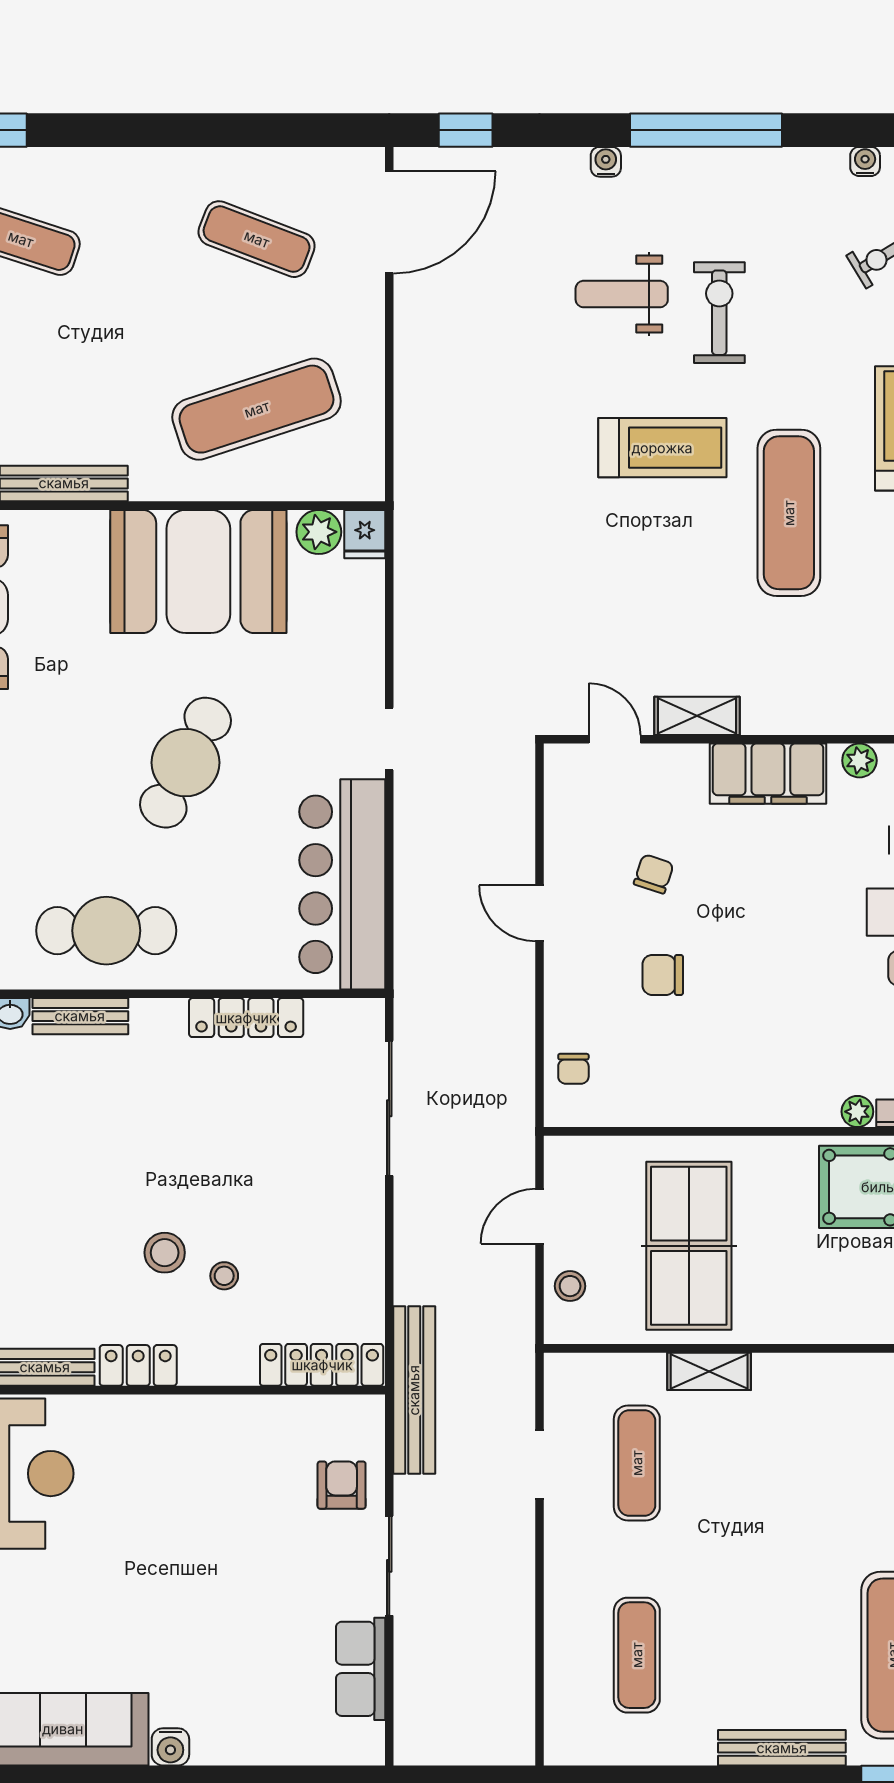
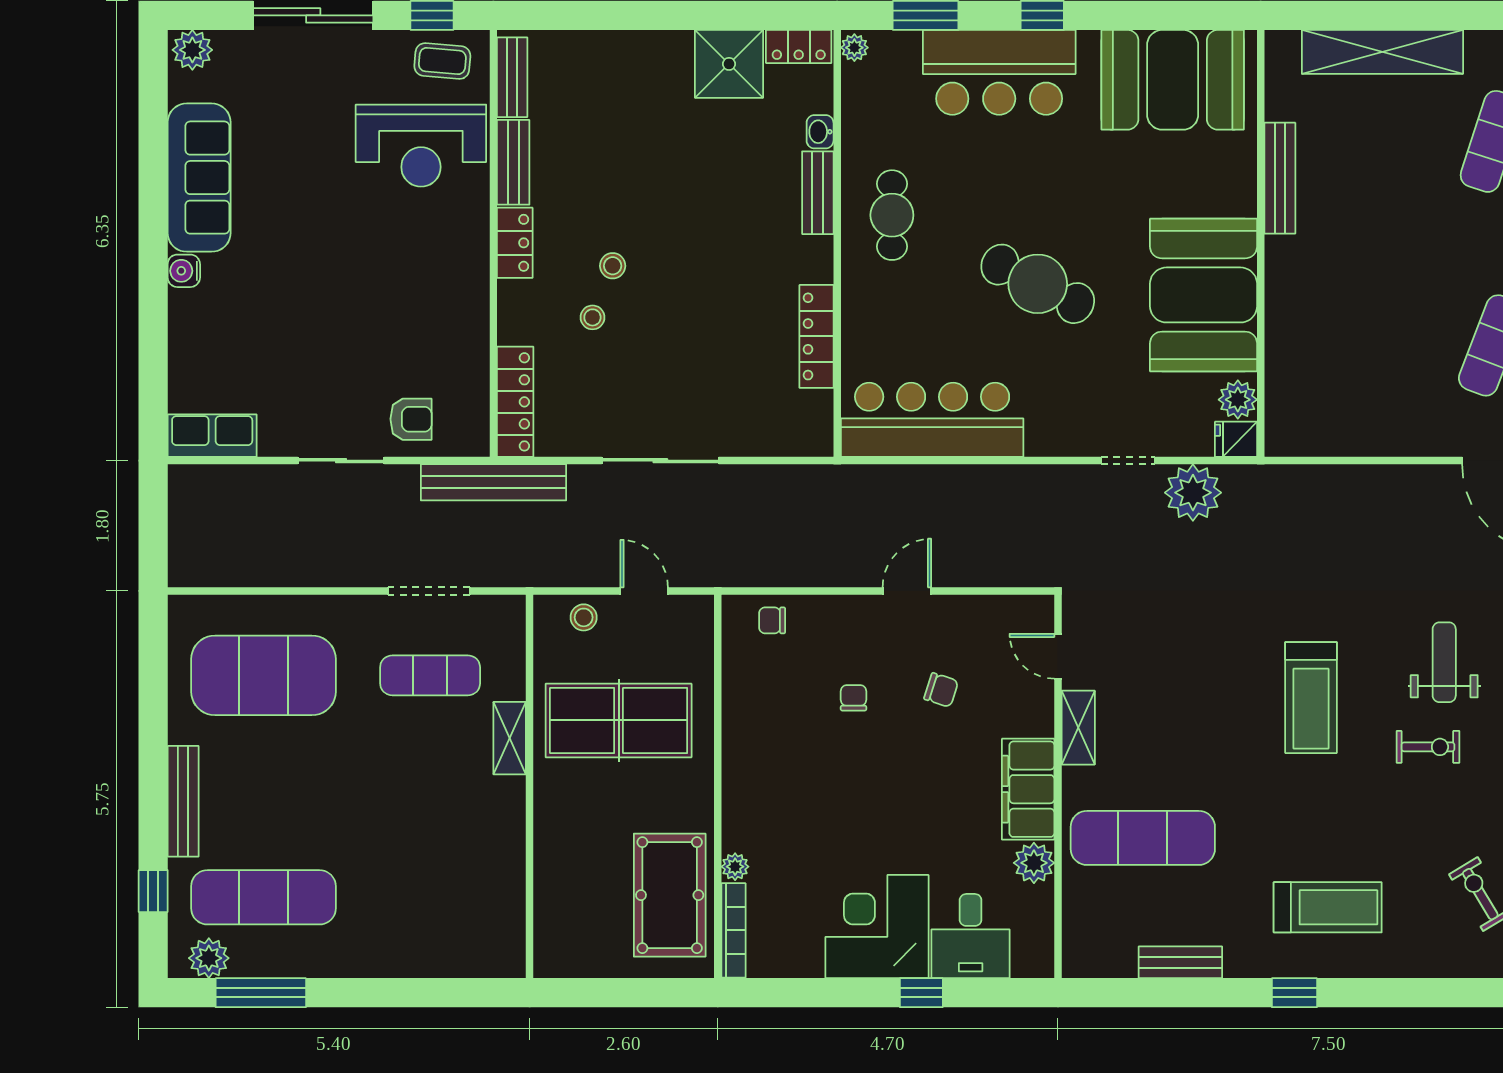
exercise bike: (719, 313) -> (1428, 747), width x0.73, depth x0.72
exercise mat: (257, 409) -> (1344, 345), removed
exercise mat: (789, 513) -> (1143, 838), moved
plant: (426, 584) -> (1193, 493), added
doorway: (389, 739) -> (1128, 461), moved
door: (615, 739) -> (1058, 656), swing flipped
plant: (859, 760) -> (1034, 863), width x1.38, depth x1.38
cafe table: (106, 931) -> (892, 215), width x0.73, depth x0.74
chair: (663, 975) -> (854, 698), width x0.73, depth x0.73
sliding door: (389, 1108) -> (660, 461), moved
stool: (165, 1253) -> (613, 266), width x0.73, depth x0.73
doorway: (539, 1464) -> (429, 591), width x1.38
exercise mat: (637, 1655) -> (263, 675), width x2.00, depth x1.45
row of seats: (361, 1669) -> (212, 436), moved

